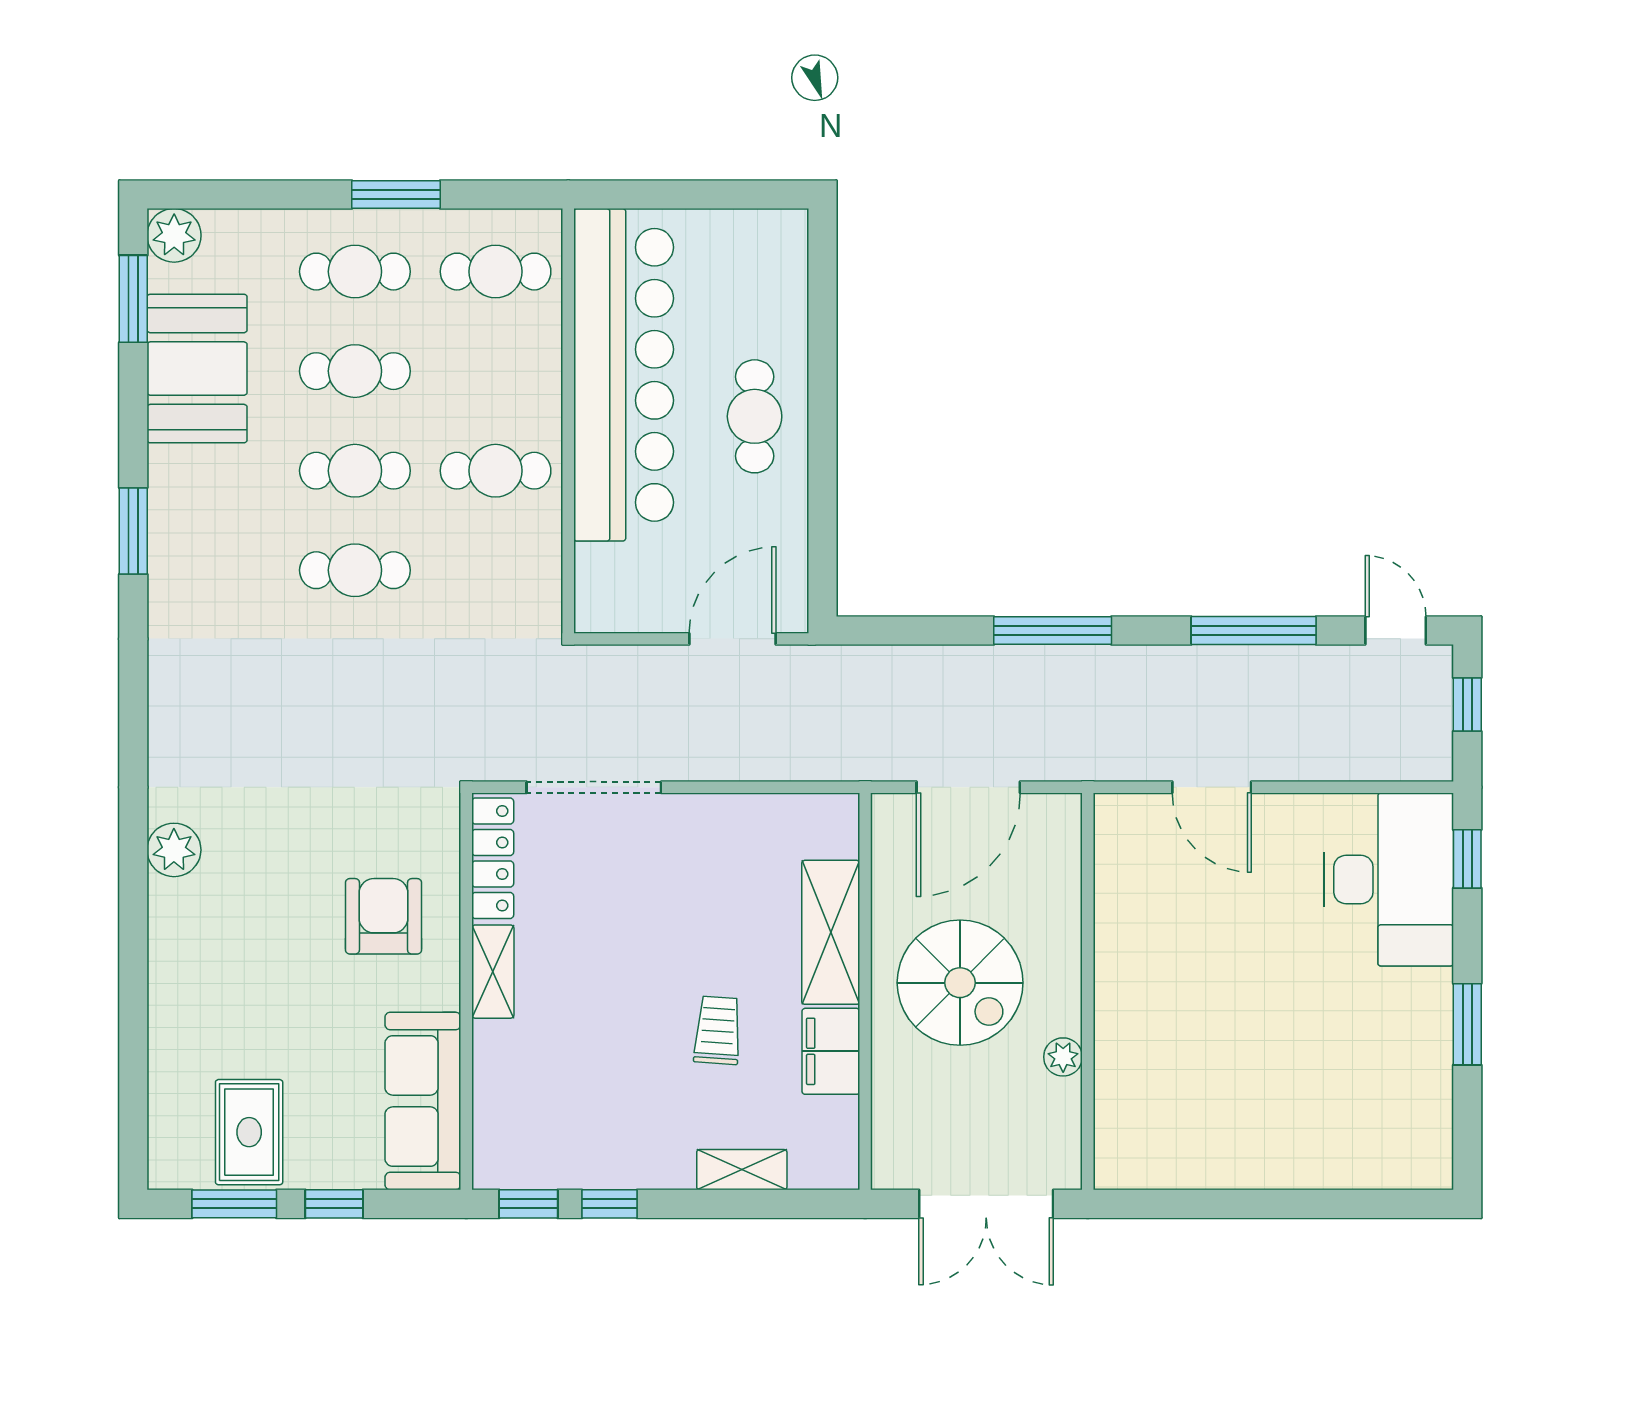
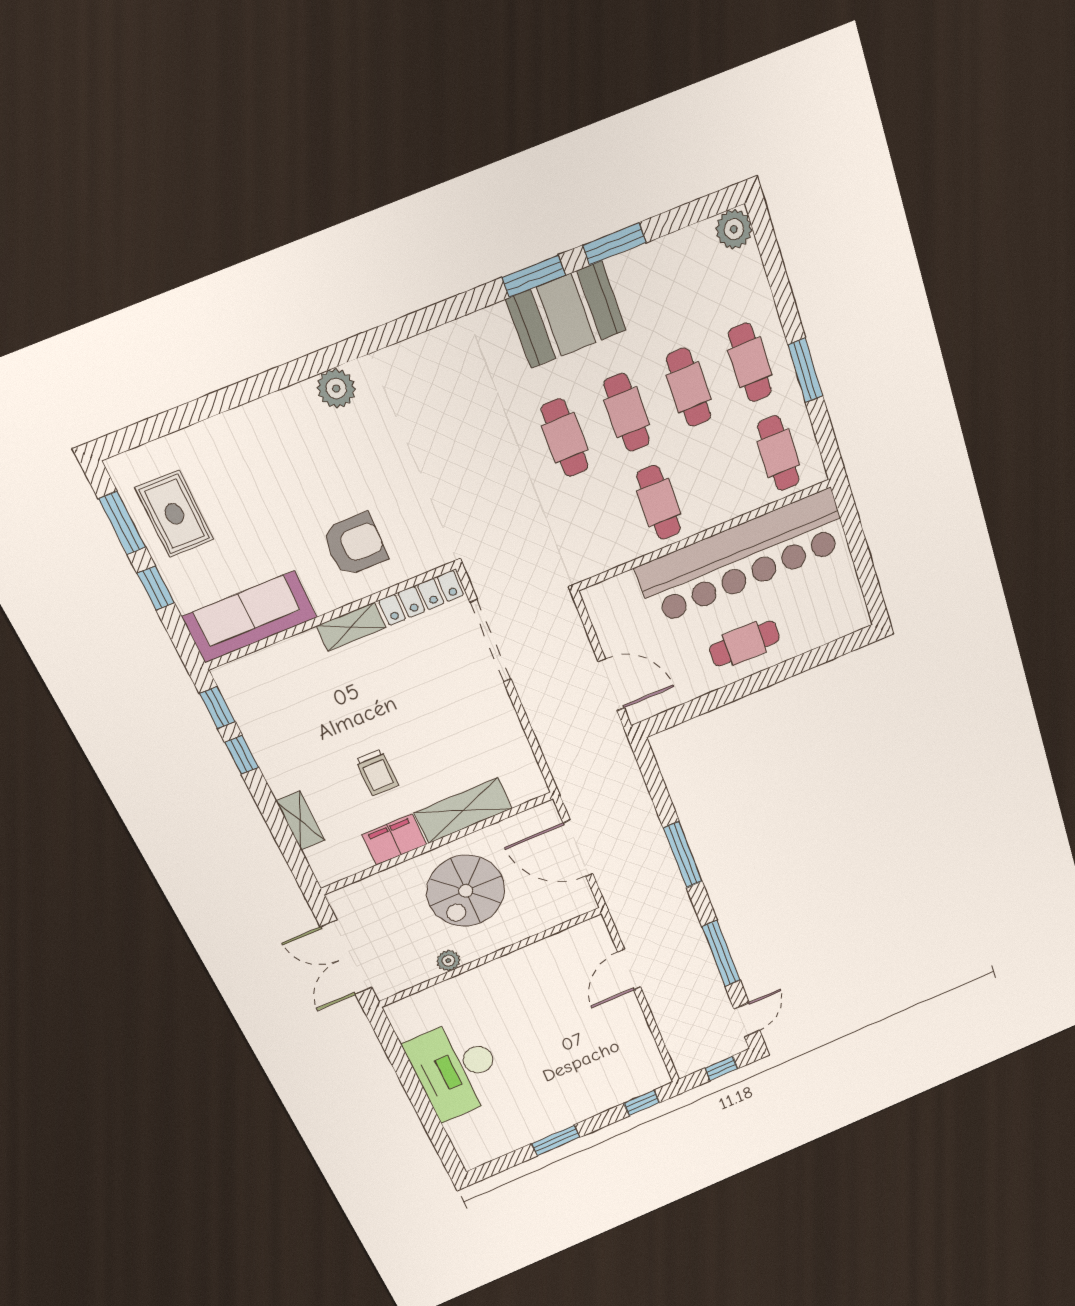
window: (133, 299) -> (614, 244), moved
booth: (197, 369) -> (566, 315), moved
desk: (1388, 880) -> (456, 1069), moved, turned 90
trolley: (718, 1030) -> (377, 773), turned 86
rug: (249, 1132) -> (174, 514), turned 90

